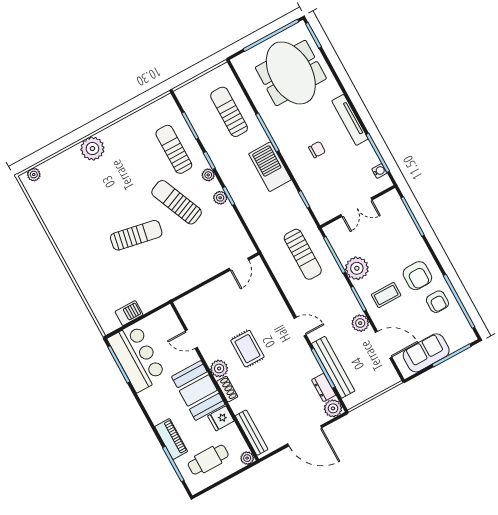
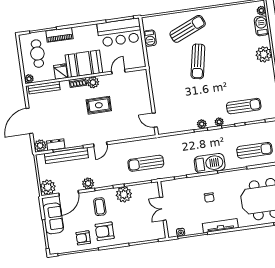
barbecue: (55, 166) -> (262, 26), added
sun lounger: (177, 202) -> (188, 29), moved
plant: (386, 376) -> (48, 187), added

